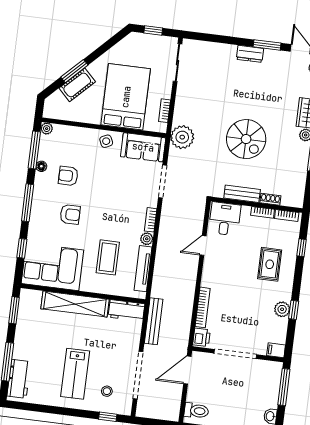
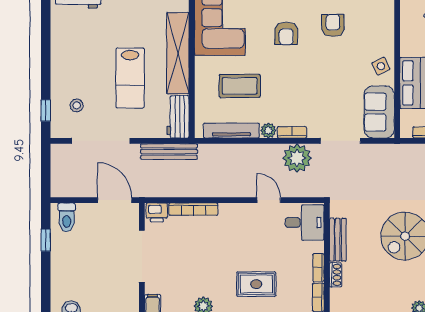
plant: (182, 137) -> (297, 158), moved
lab bench: (75, 374) -> (130, 78), moved, turned -90

